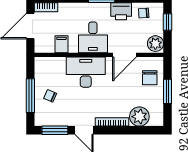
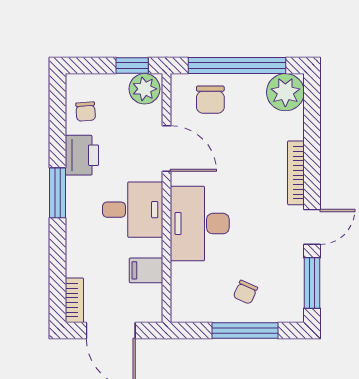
window: (168, 22) -> (132, 66), moved
chair: (150, 78) -> (210, 100), turned 90
window: (168, 91) -> (237, 66), width x2.11
plant: (139, 117) -> (285, 92), moved

